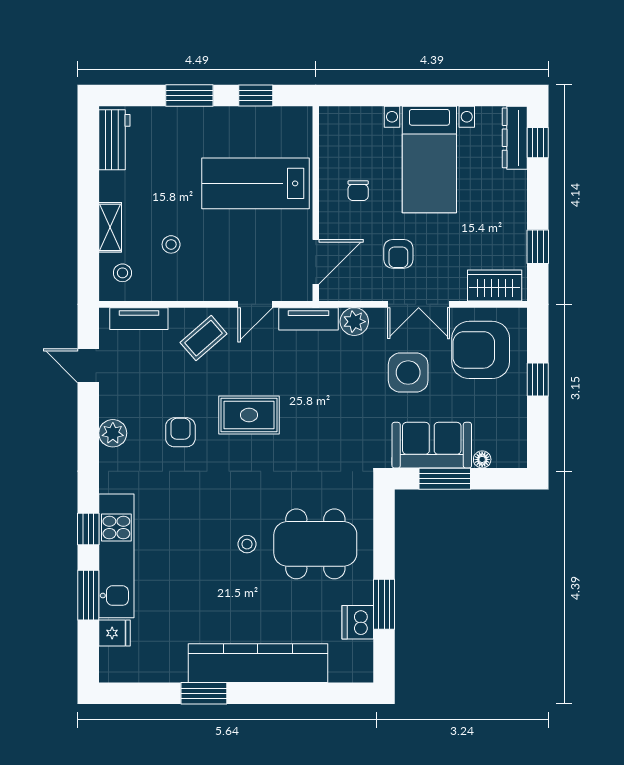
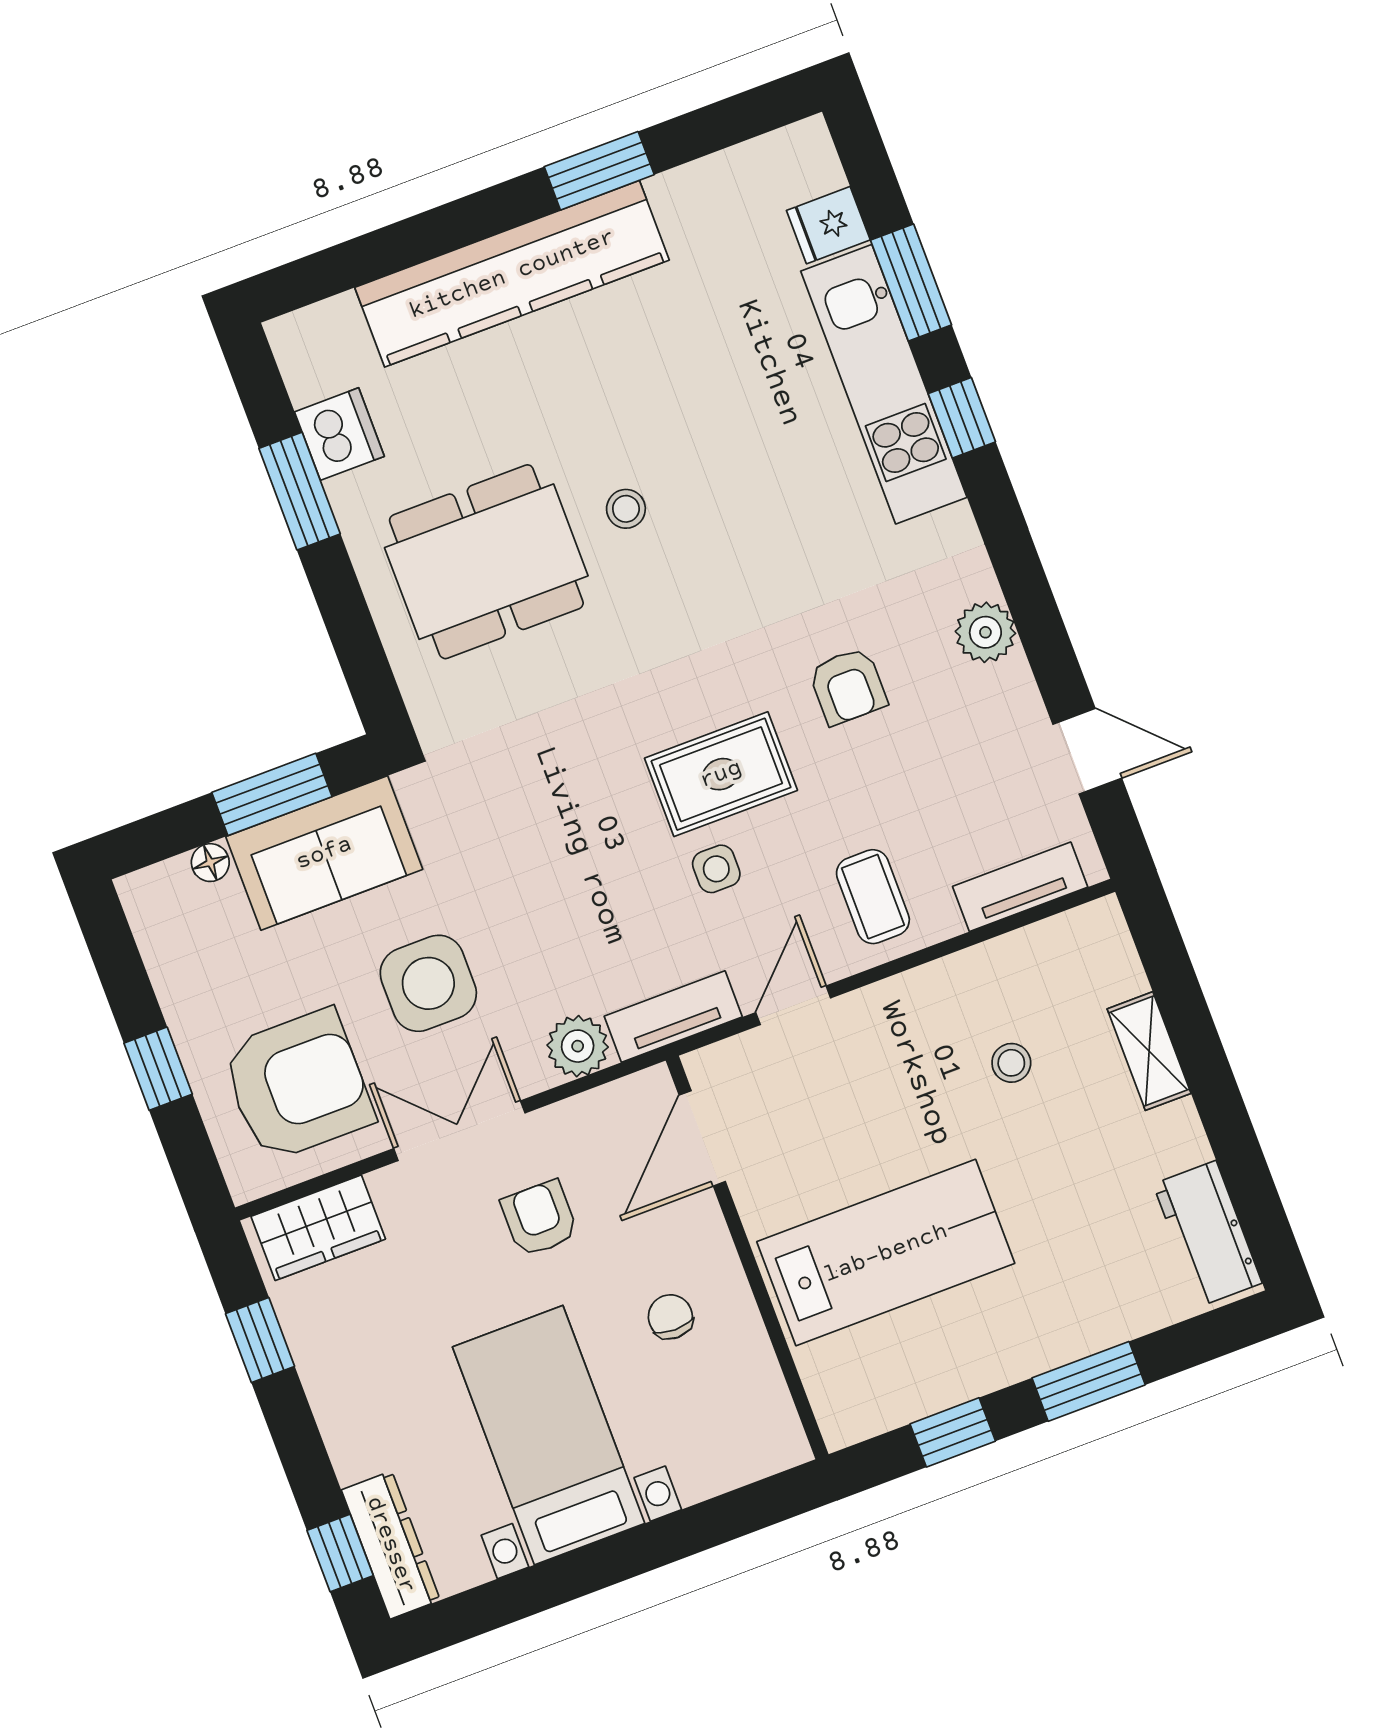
stool: (122, 273) -> (1089, 968), removed
coffee table: (204, 338) -> (873, 897), turned -49
side table: (266, 375) -> (716, 869), added

